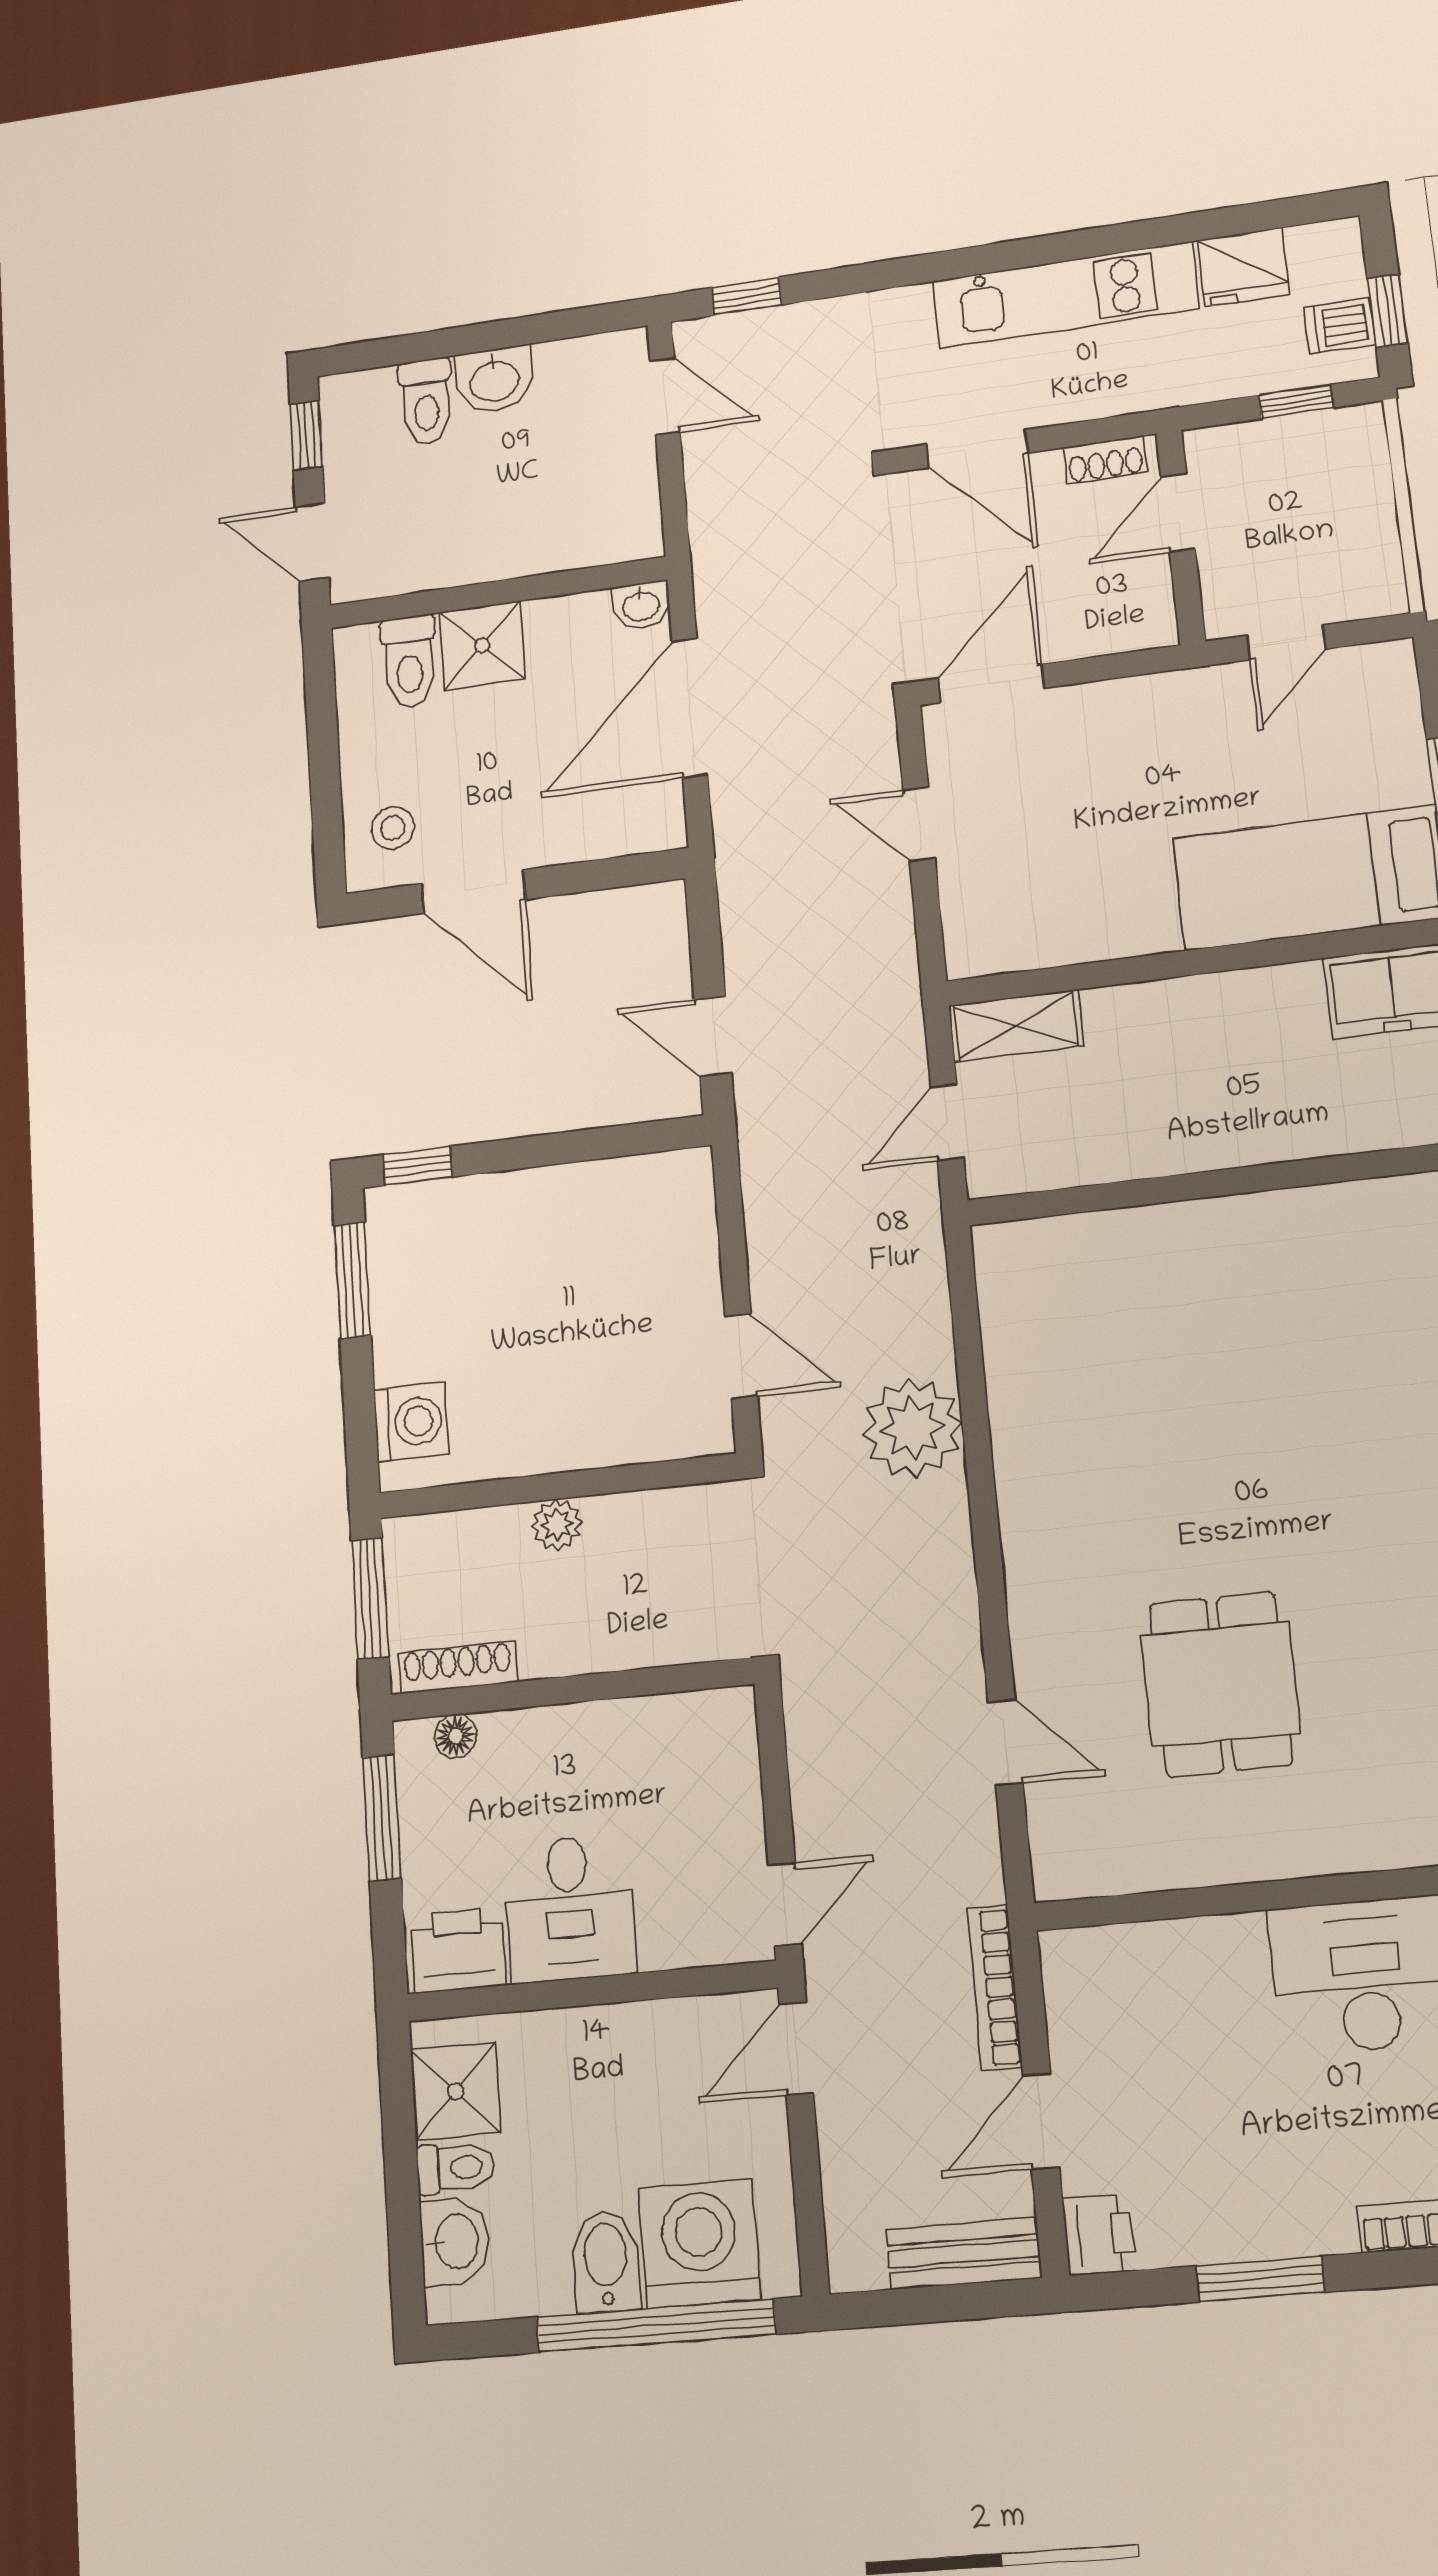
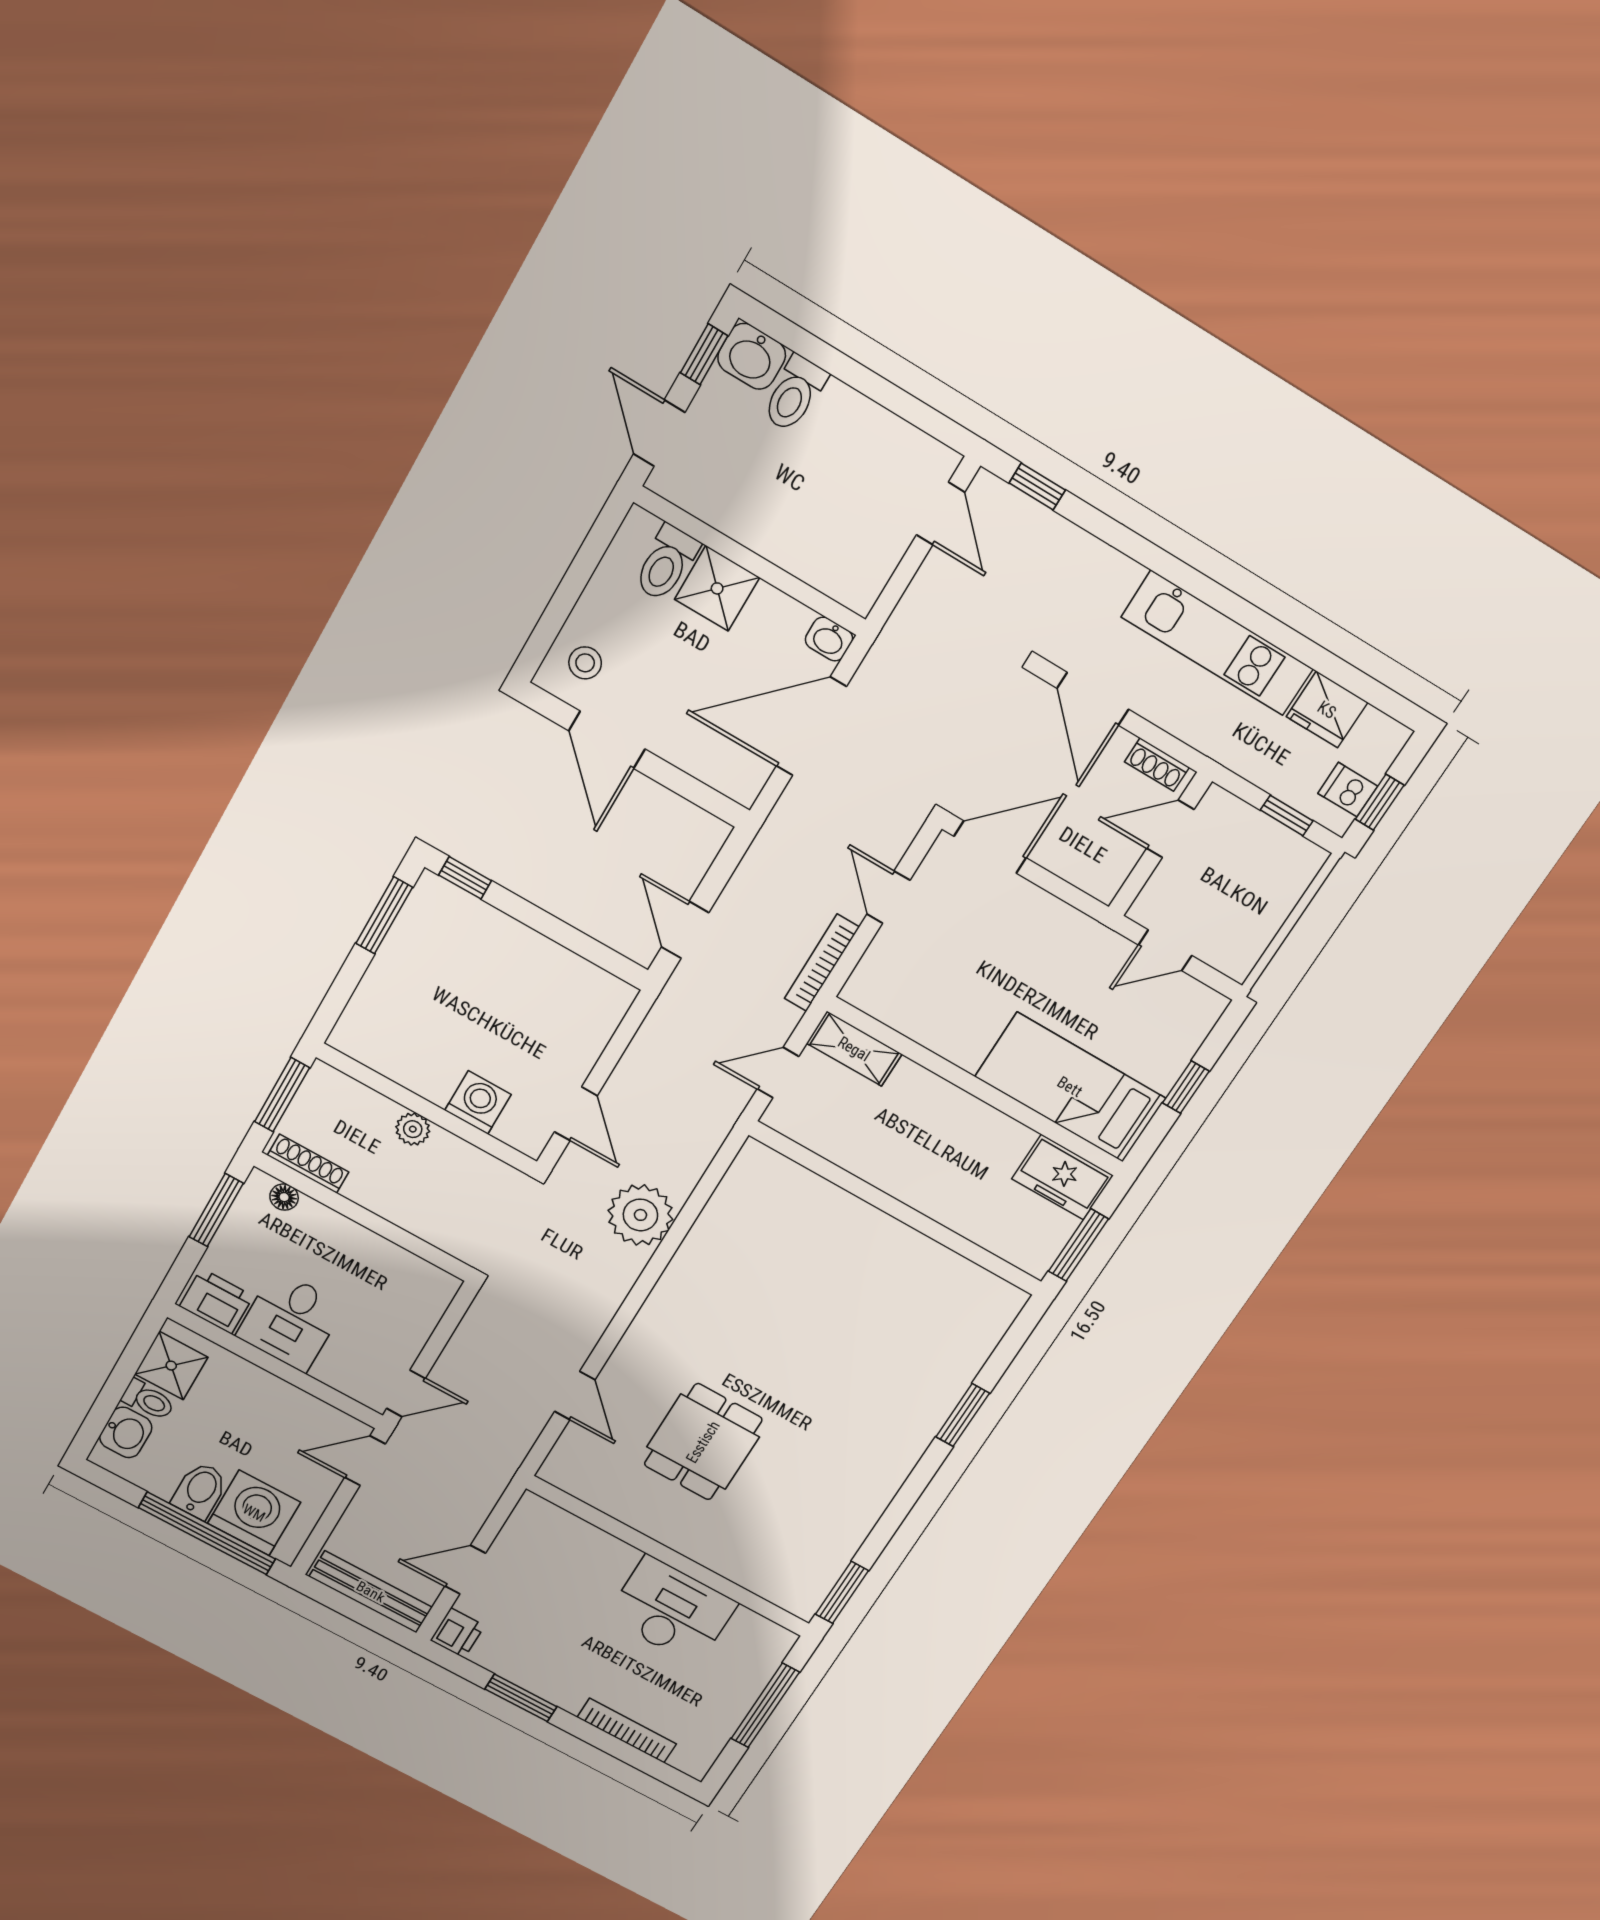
washbasin: (494, 380) -> (752, 356), moved
washing machine: (411, 1422) -> (478, 1102), moved, turned -90
bookcase: (995, 1988) -> (822, 963), moved
bench: (964, 2253) -> (371, 1592), width x1.36

